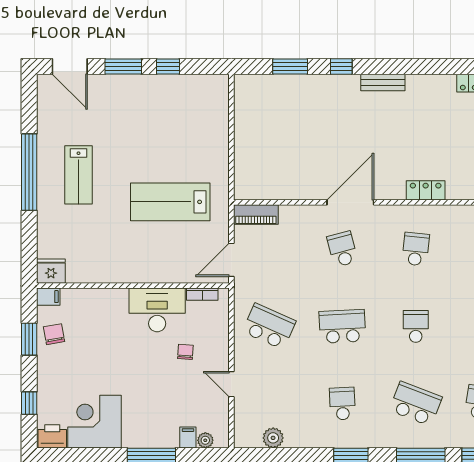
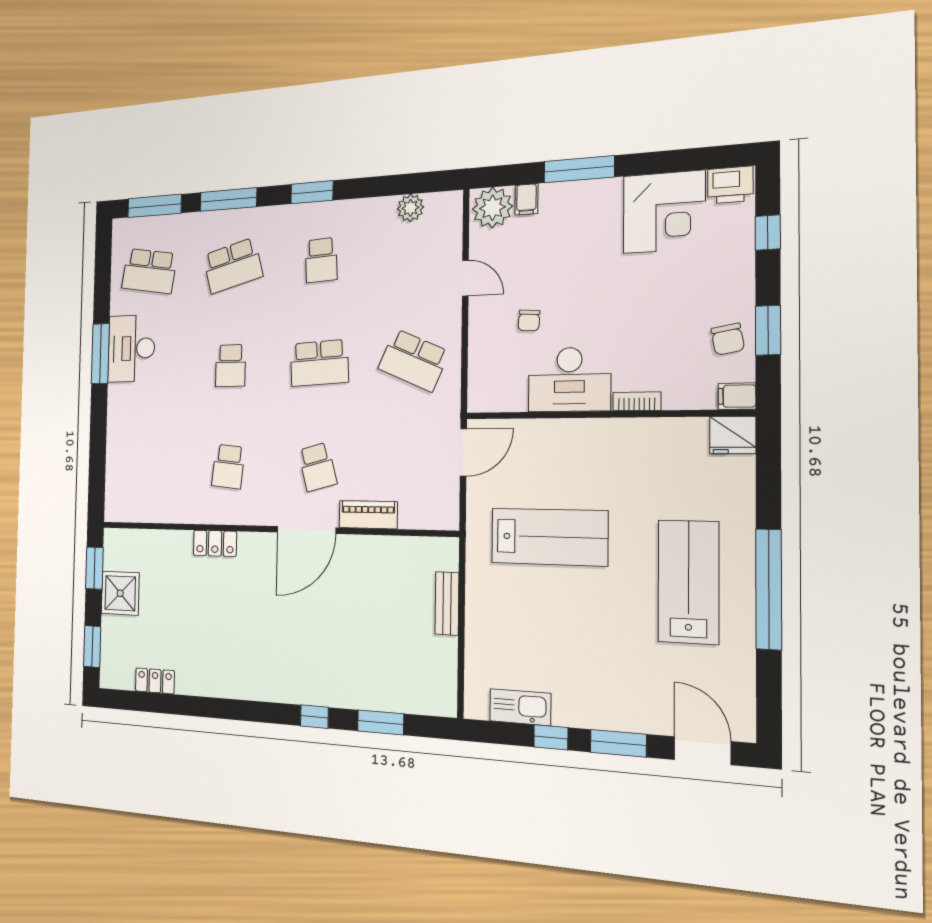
bench: (383, 82) -> (447, 603), moved, turned 90
kitchen sink: (189, 85) -> (520, 707), added
lab bench: (79, 175) -> (688, 582), width x1.36, depth x1.39
piano: (256, 215) -> (368, 515), moved
bookcase: (202, 294) -> (637, 401), moved
school desk: (416, 404) -> (233, 266), turned -36
plant: (205, 440) -> (492, 208), width x1.87, depth x1.87

